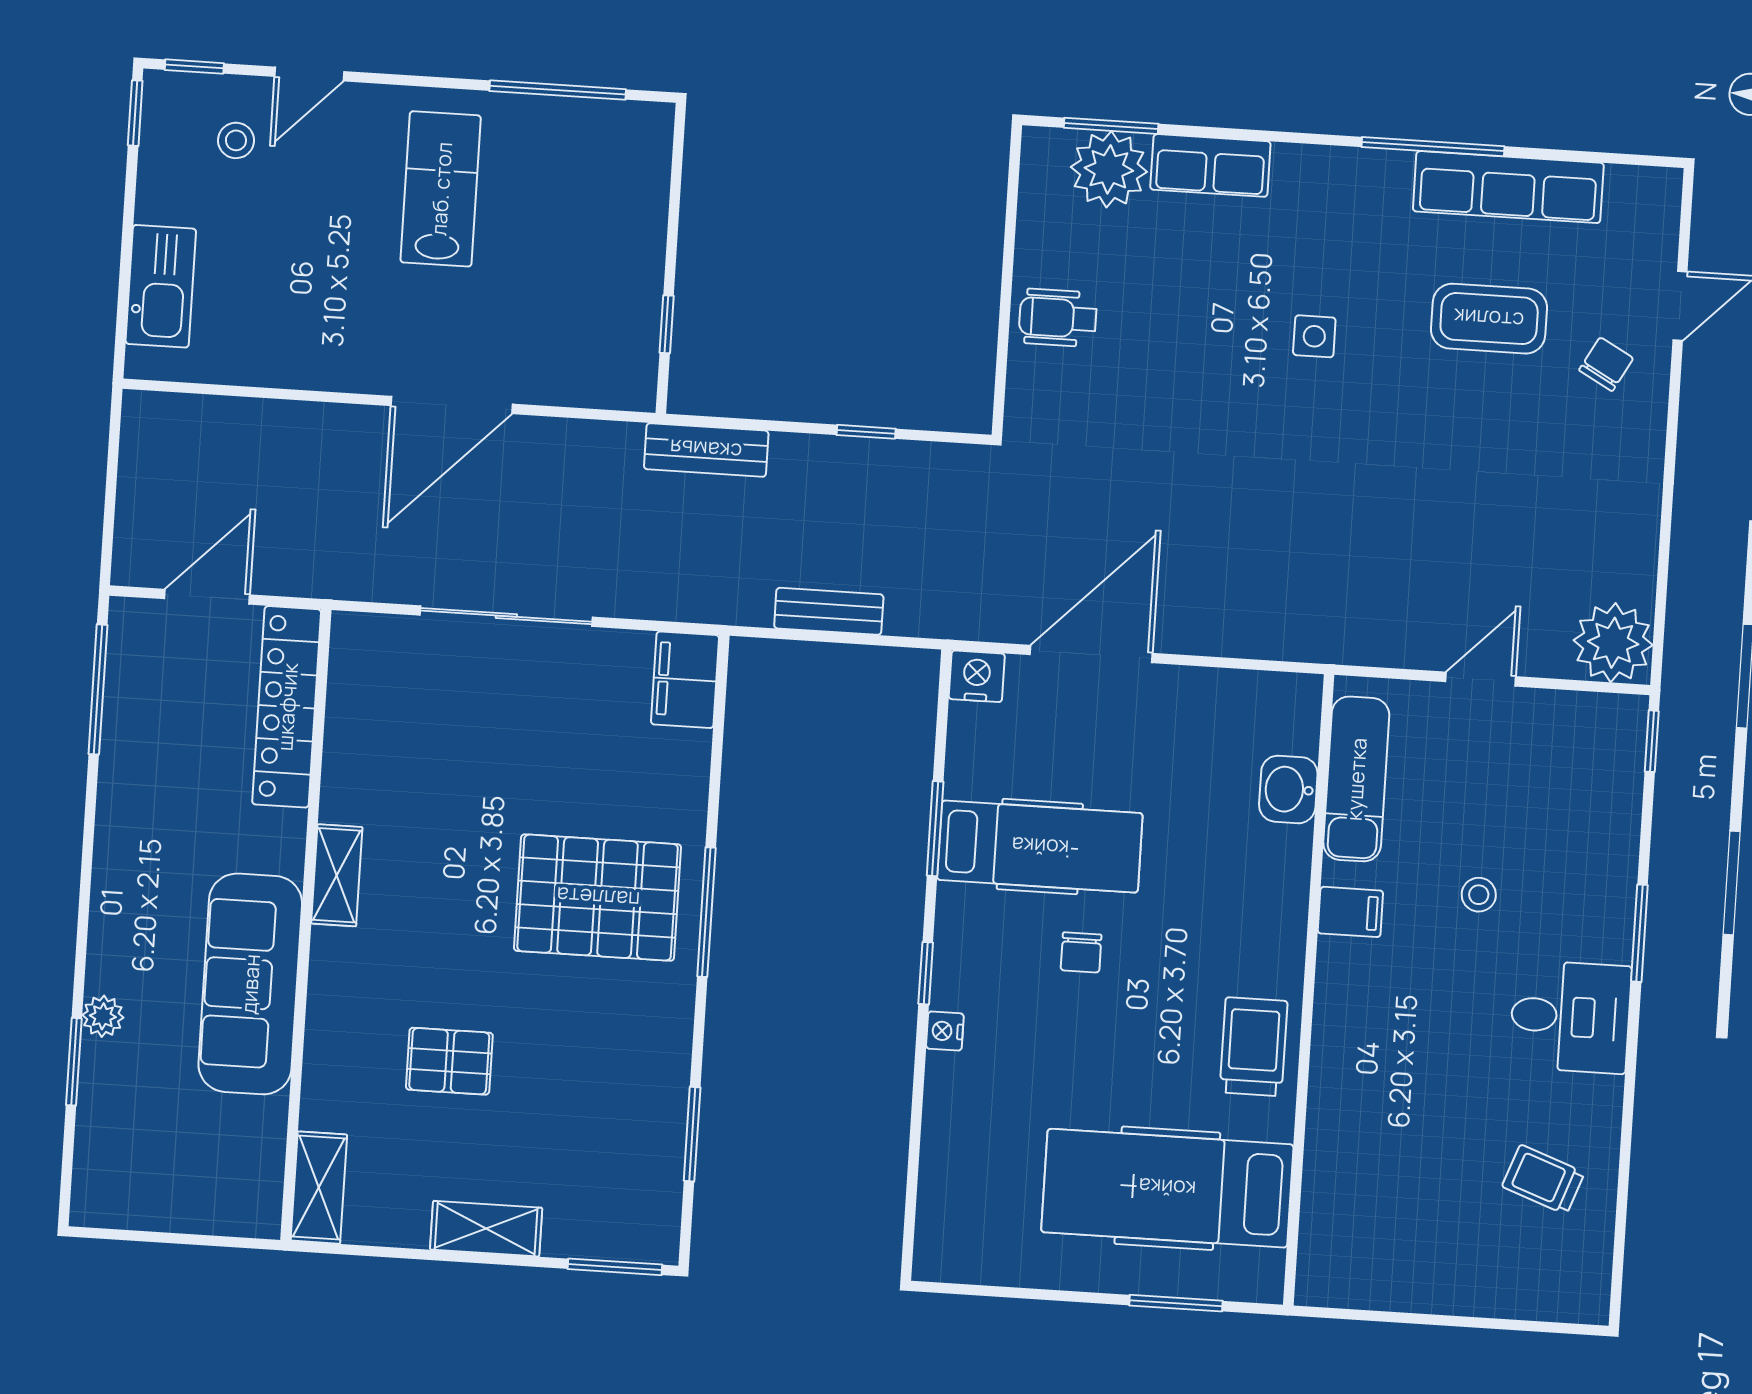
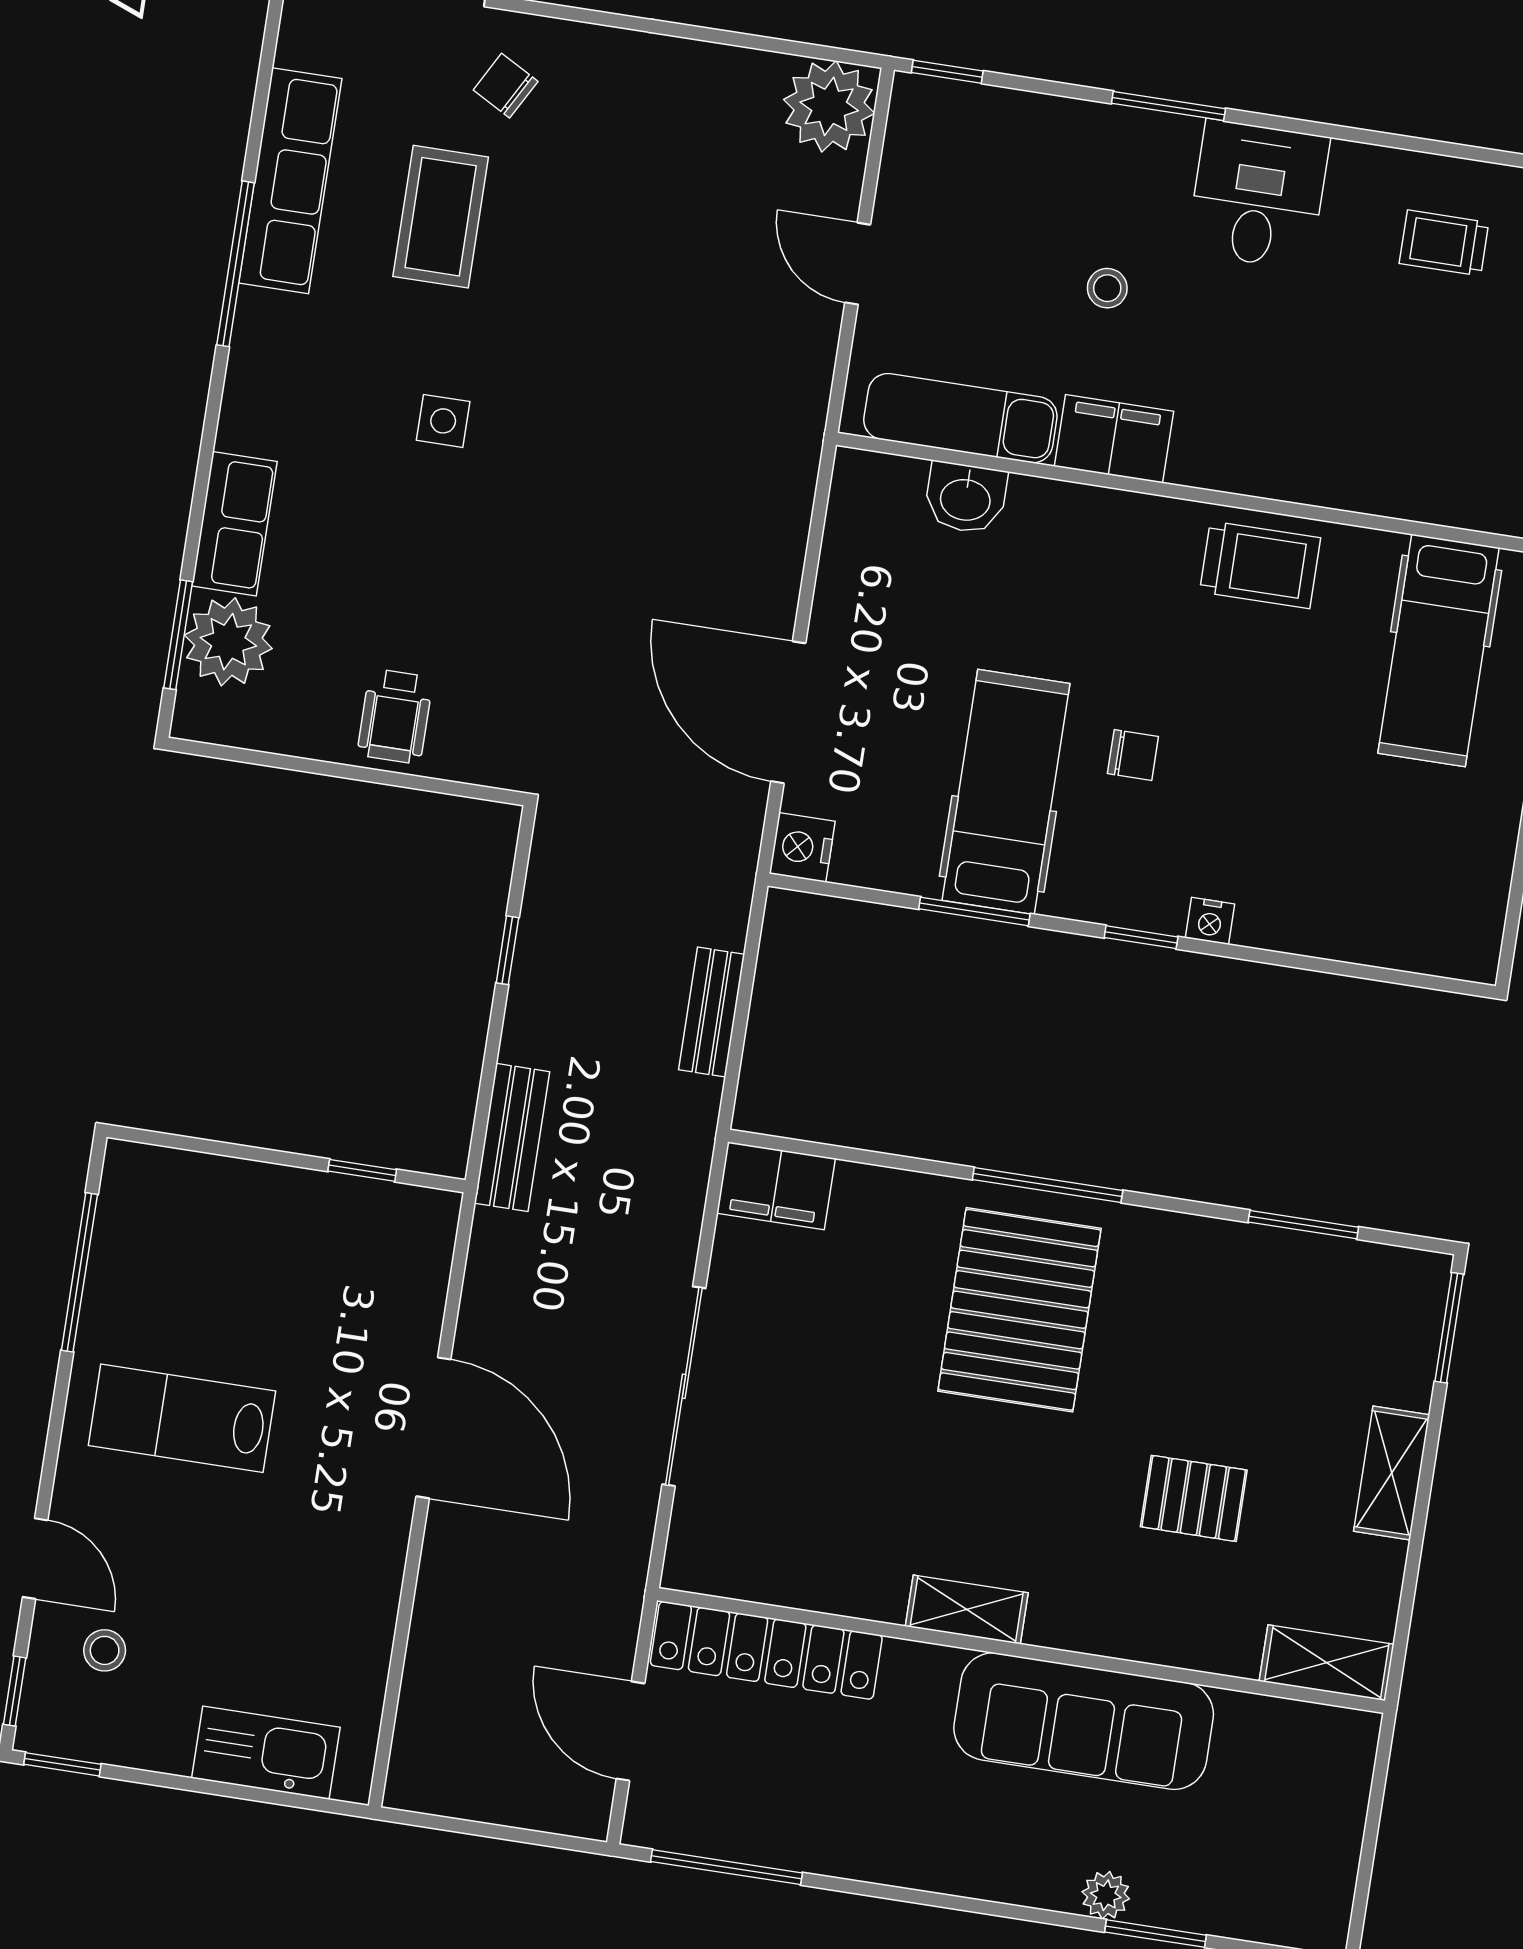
filing cabinet: (1350, 912) -> (1114, 439), width x2.00
trolley: (1254, 1047) -> (1260, 565), turned 180
pallet: (449, 1061) -> (1194, 1498), turned 90
trolley: (1543, 1180) -> (1444, 243), turned 70
hospital bed: (1167, 1188) -> (1438, 650), width x0.73, depth x0.78

